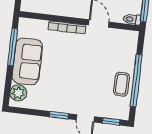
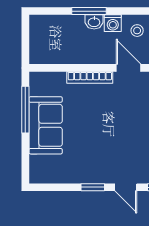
plant: (18, 93) -> (39, 166), removed

